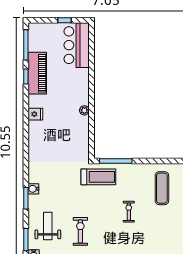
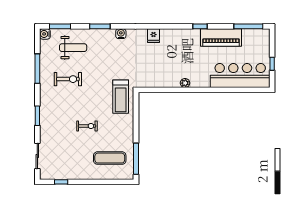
bar counter: (77, 45) -> (240, 76), width x1.36
window: (26, 77) -> (200, 26), moved
fridge: (35, 114) -> (153, 36), moved
window: (116, 161) -> (136, 159), moved
water cooler: (33, 189) -> (121, 34), moved

